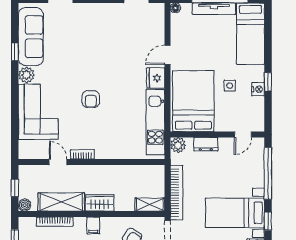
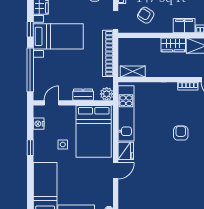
nightstand: (258, 89) -> (39, 124), moved
shelving: (150, 205) -> (133, 72), moved
filing cabinet: (93, 225) -> (184, 26), width x2.00

